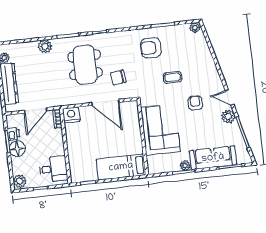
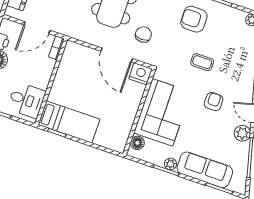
chair: (118, 78) -> (143, 35), turned 98
nightstand: (71, 115) -> (141, 74), moved
floor lamp: (152, 161) -> (137, 143), added
bed: (121, 167) -> (69, 122), moved, turned 180

